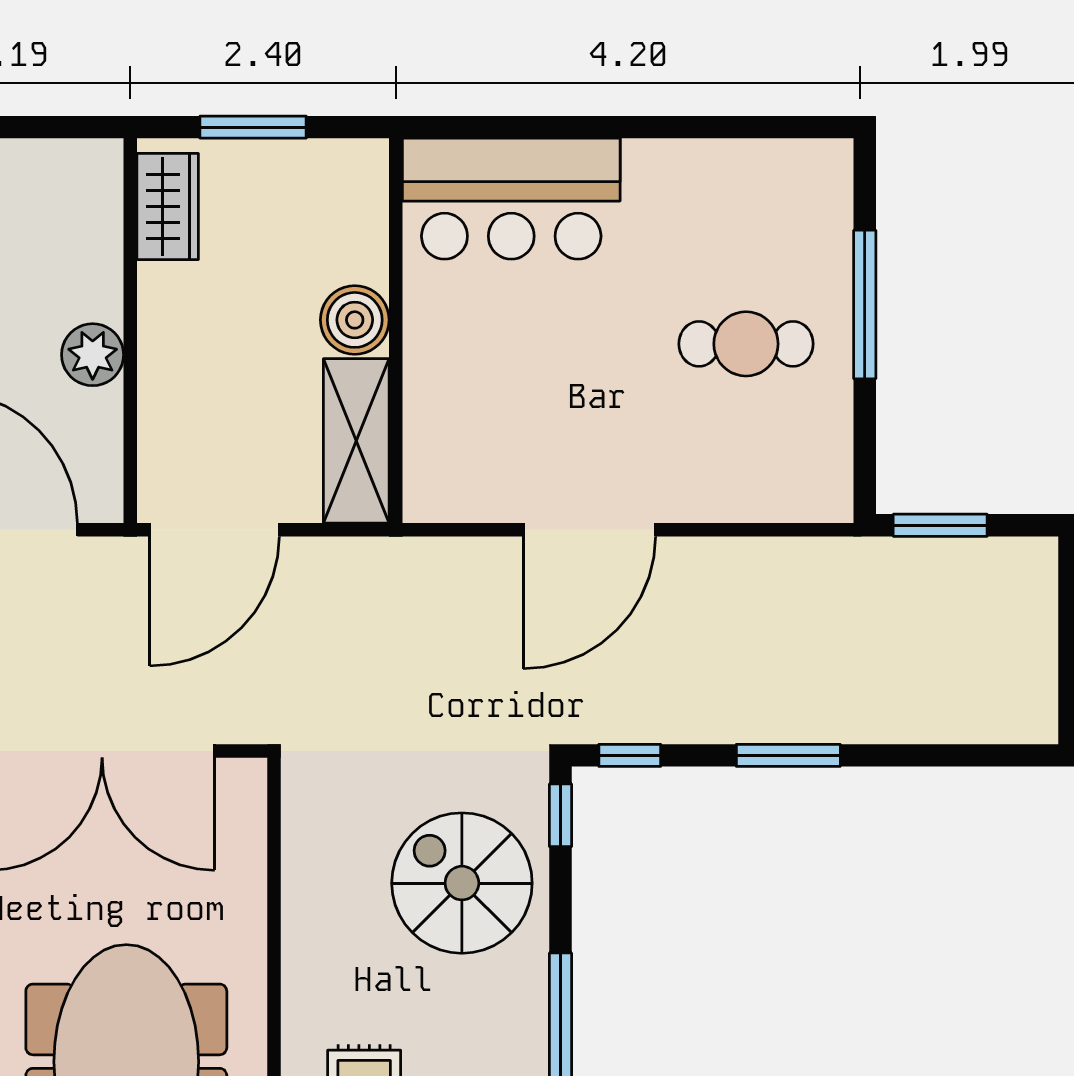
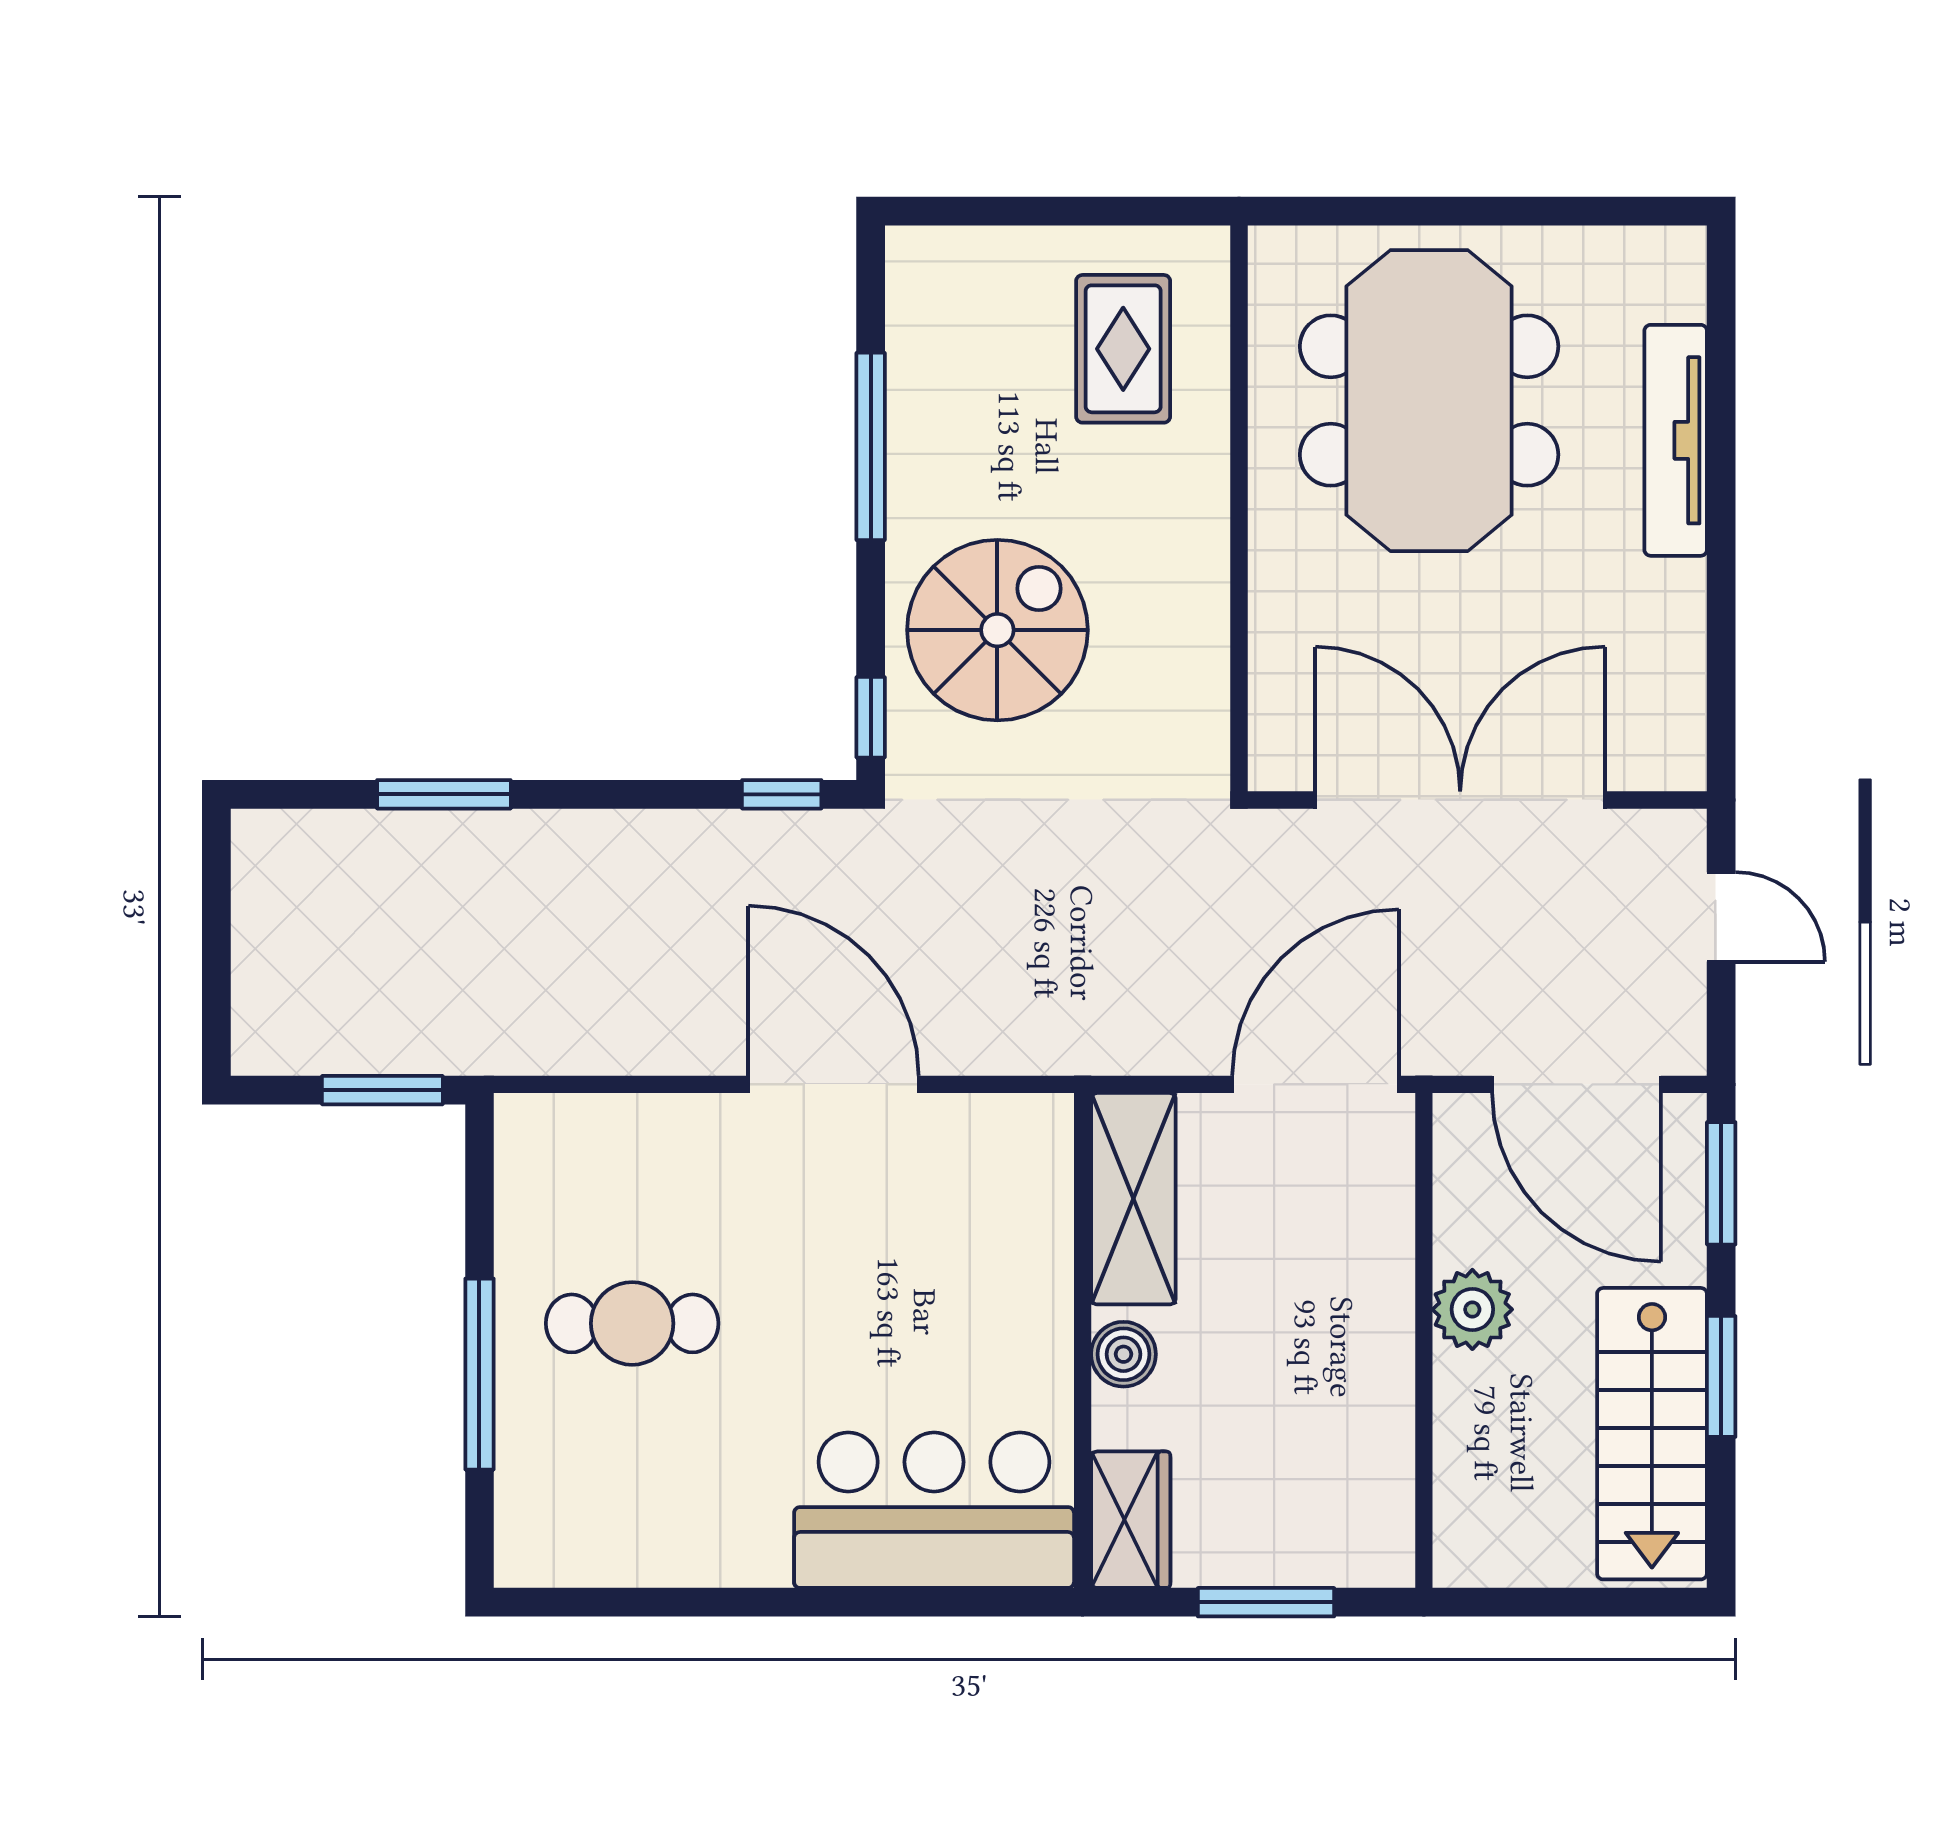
wardrobe: (168, 206) -> (1131, 1520), moved, turned 180
boiler: (355, 320) -> (1123, 1354), width x0.73, depth x0.73
door: (589, 530) -> (834, 1084), hinge flipped
window: (788, 755) -> (444, 794), moved
spiral stairs: (462, 883) -> (997, 630), turned -90

